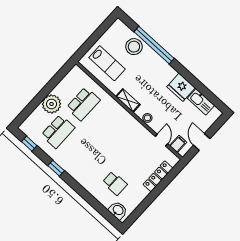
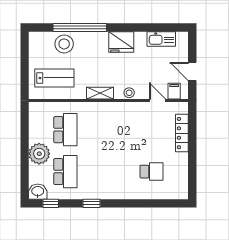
fridge: (181, 87) -> (121, 42), moved
washbasin: (118, 210) -> (38, 192), moved

